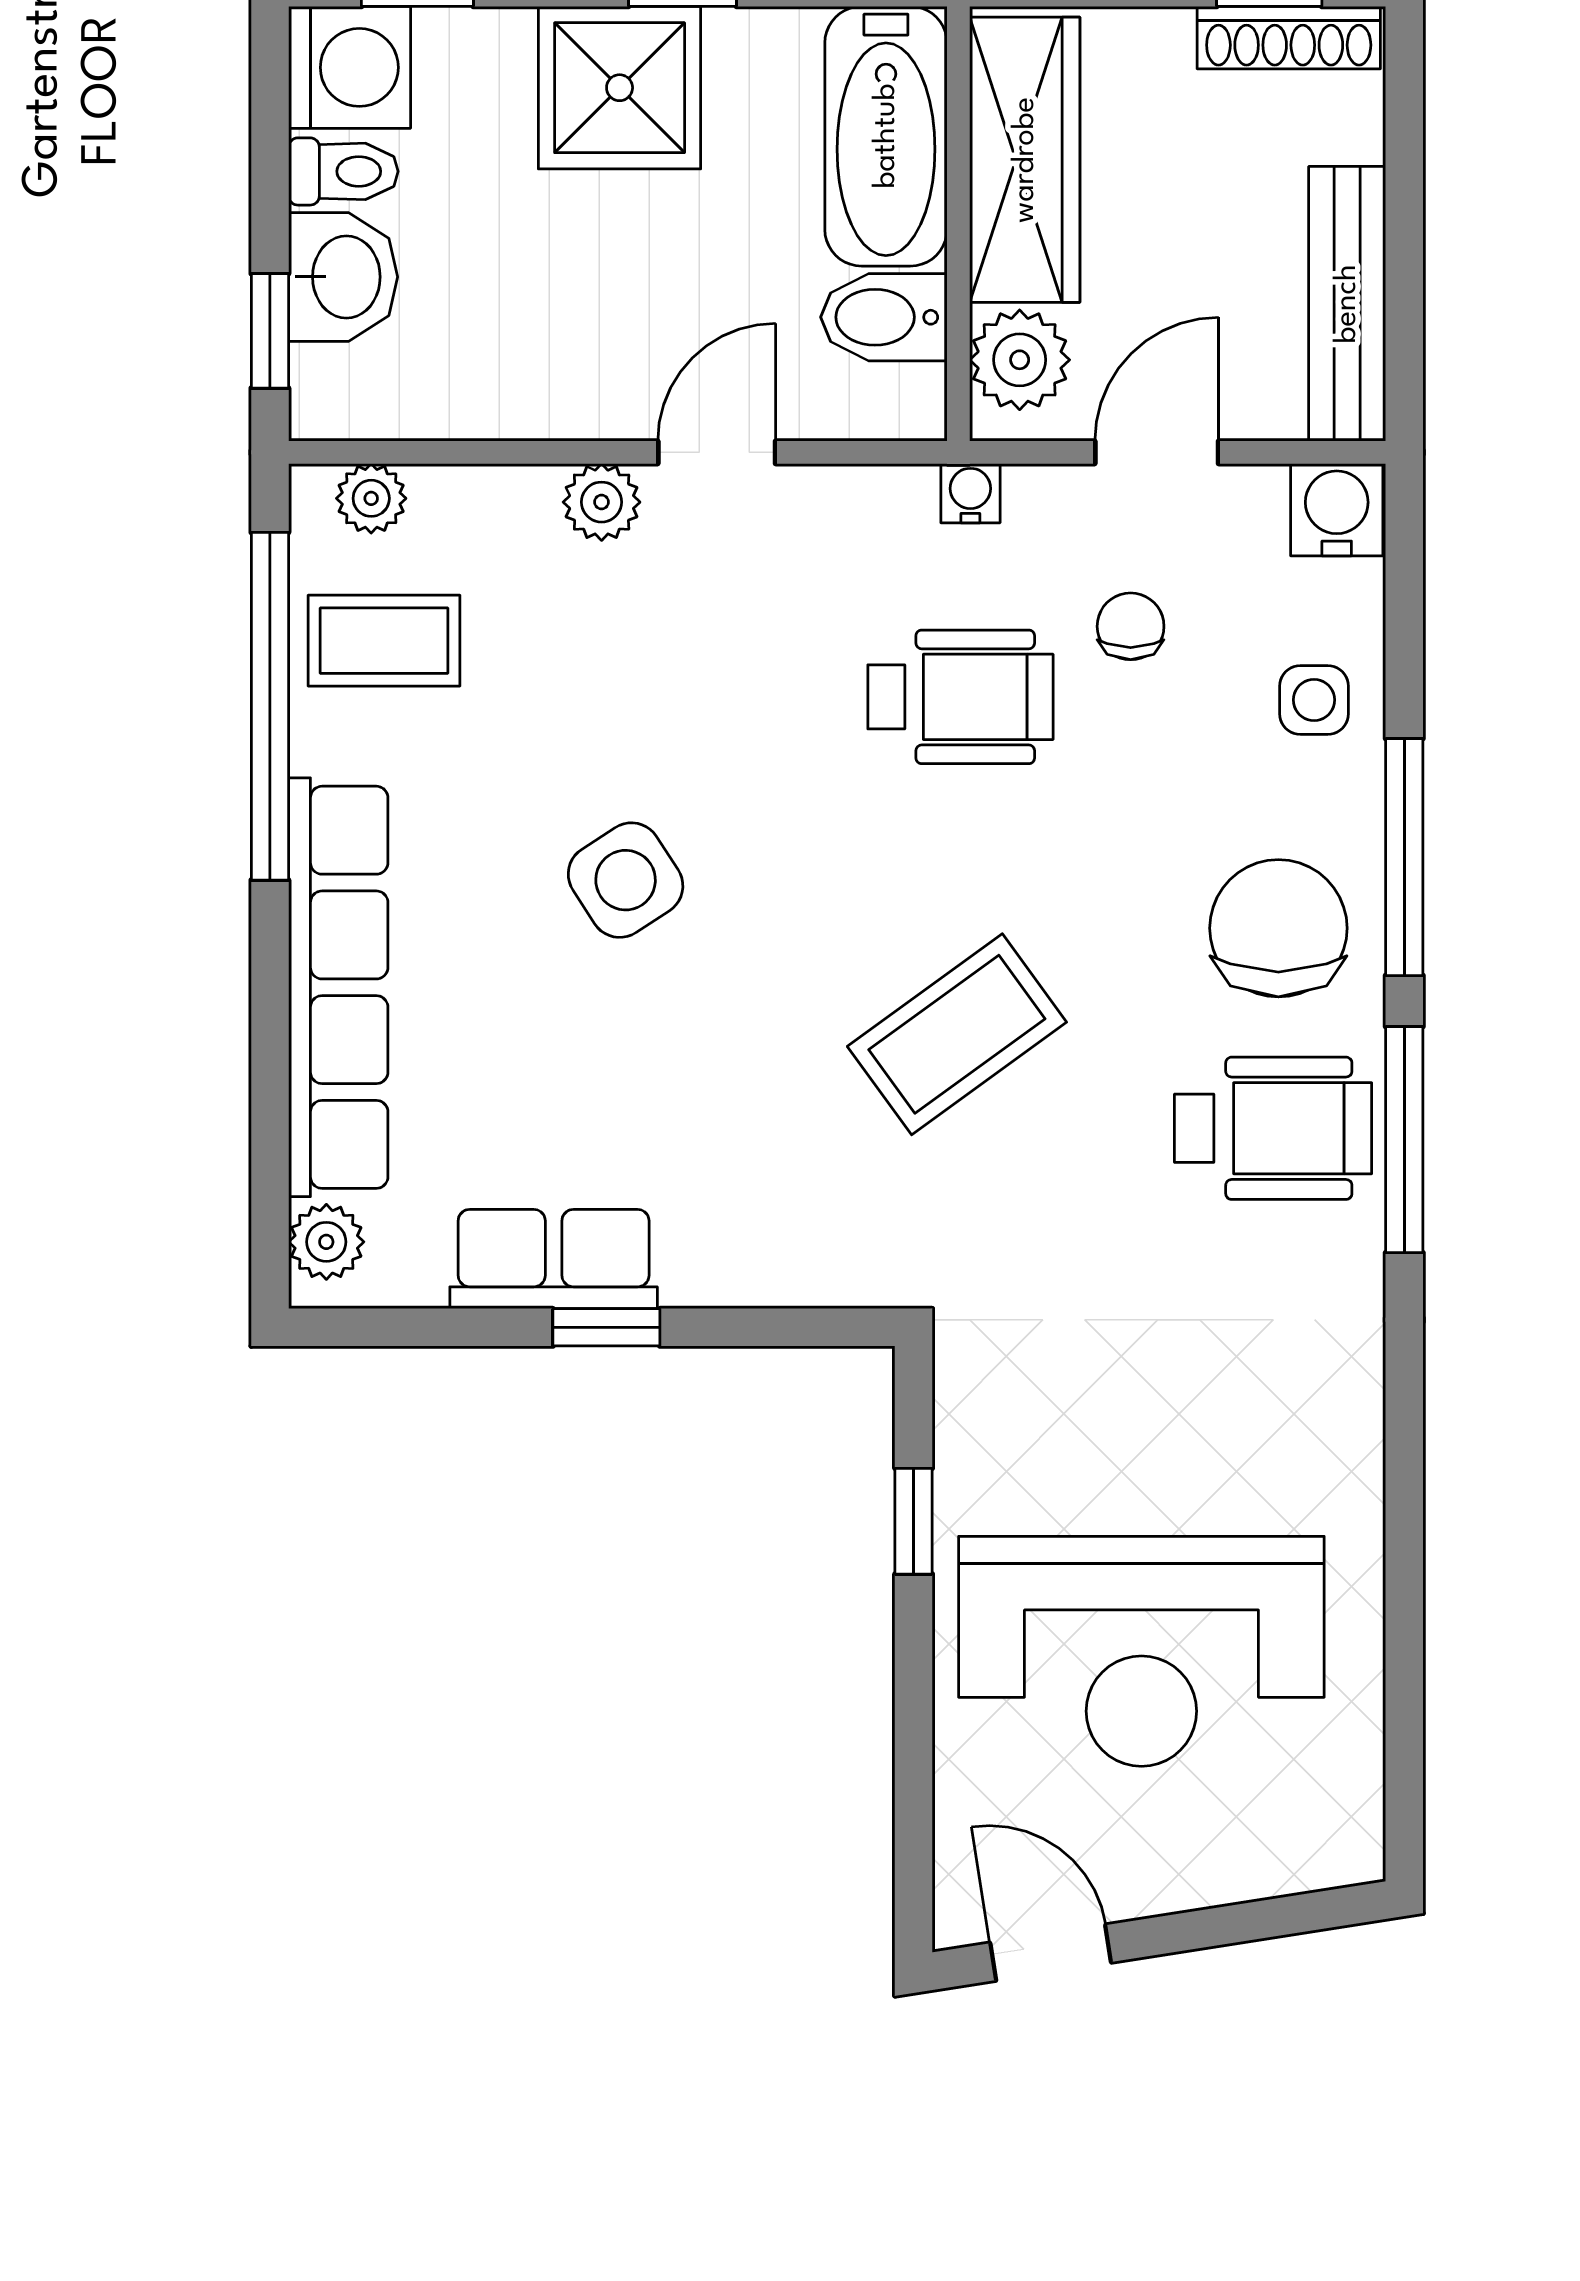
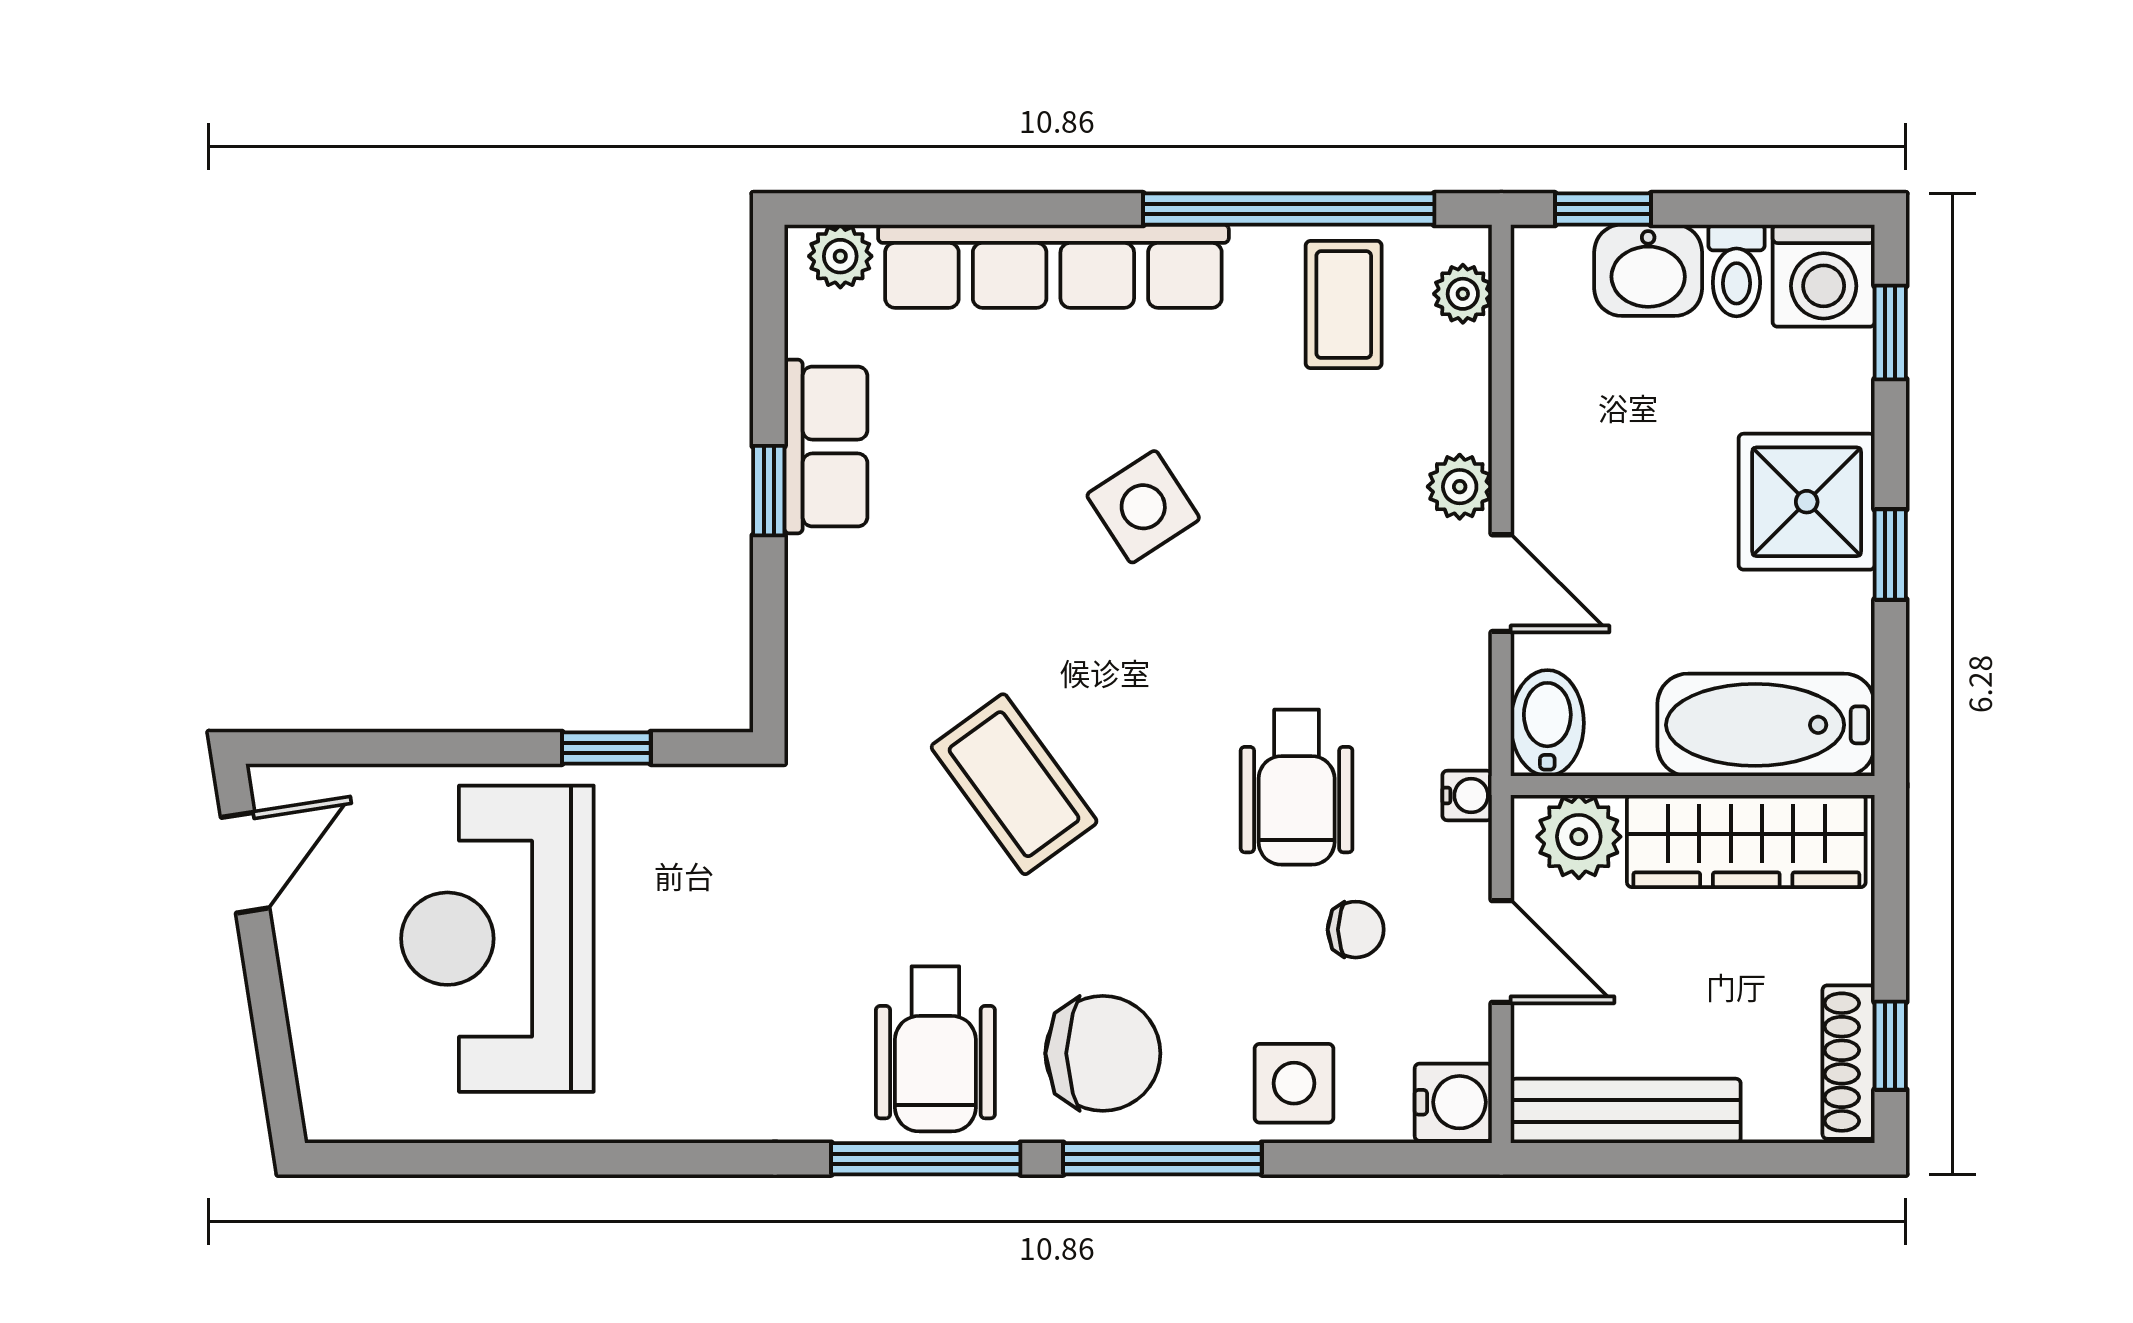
bidet: (884, 317) -> (1547, 723), moved
side table: (1314, 700) -> (1294, 1083), width x1.37, depth x1.37

